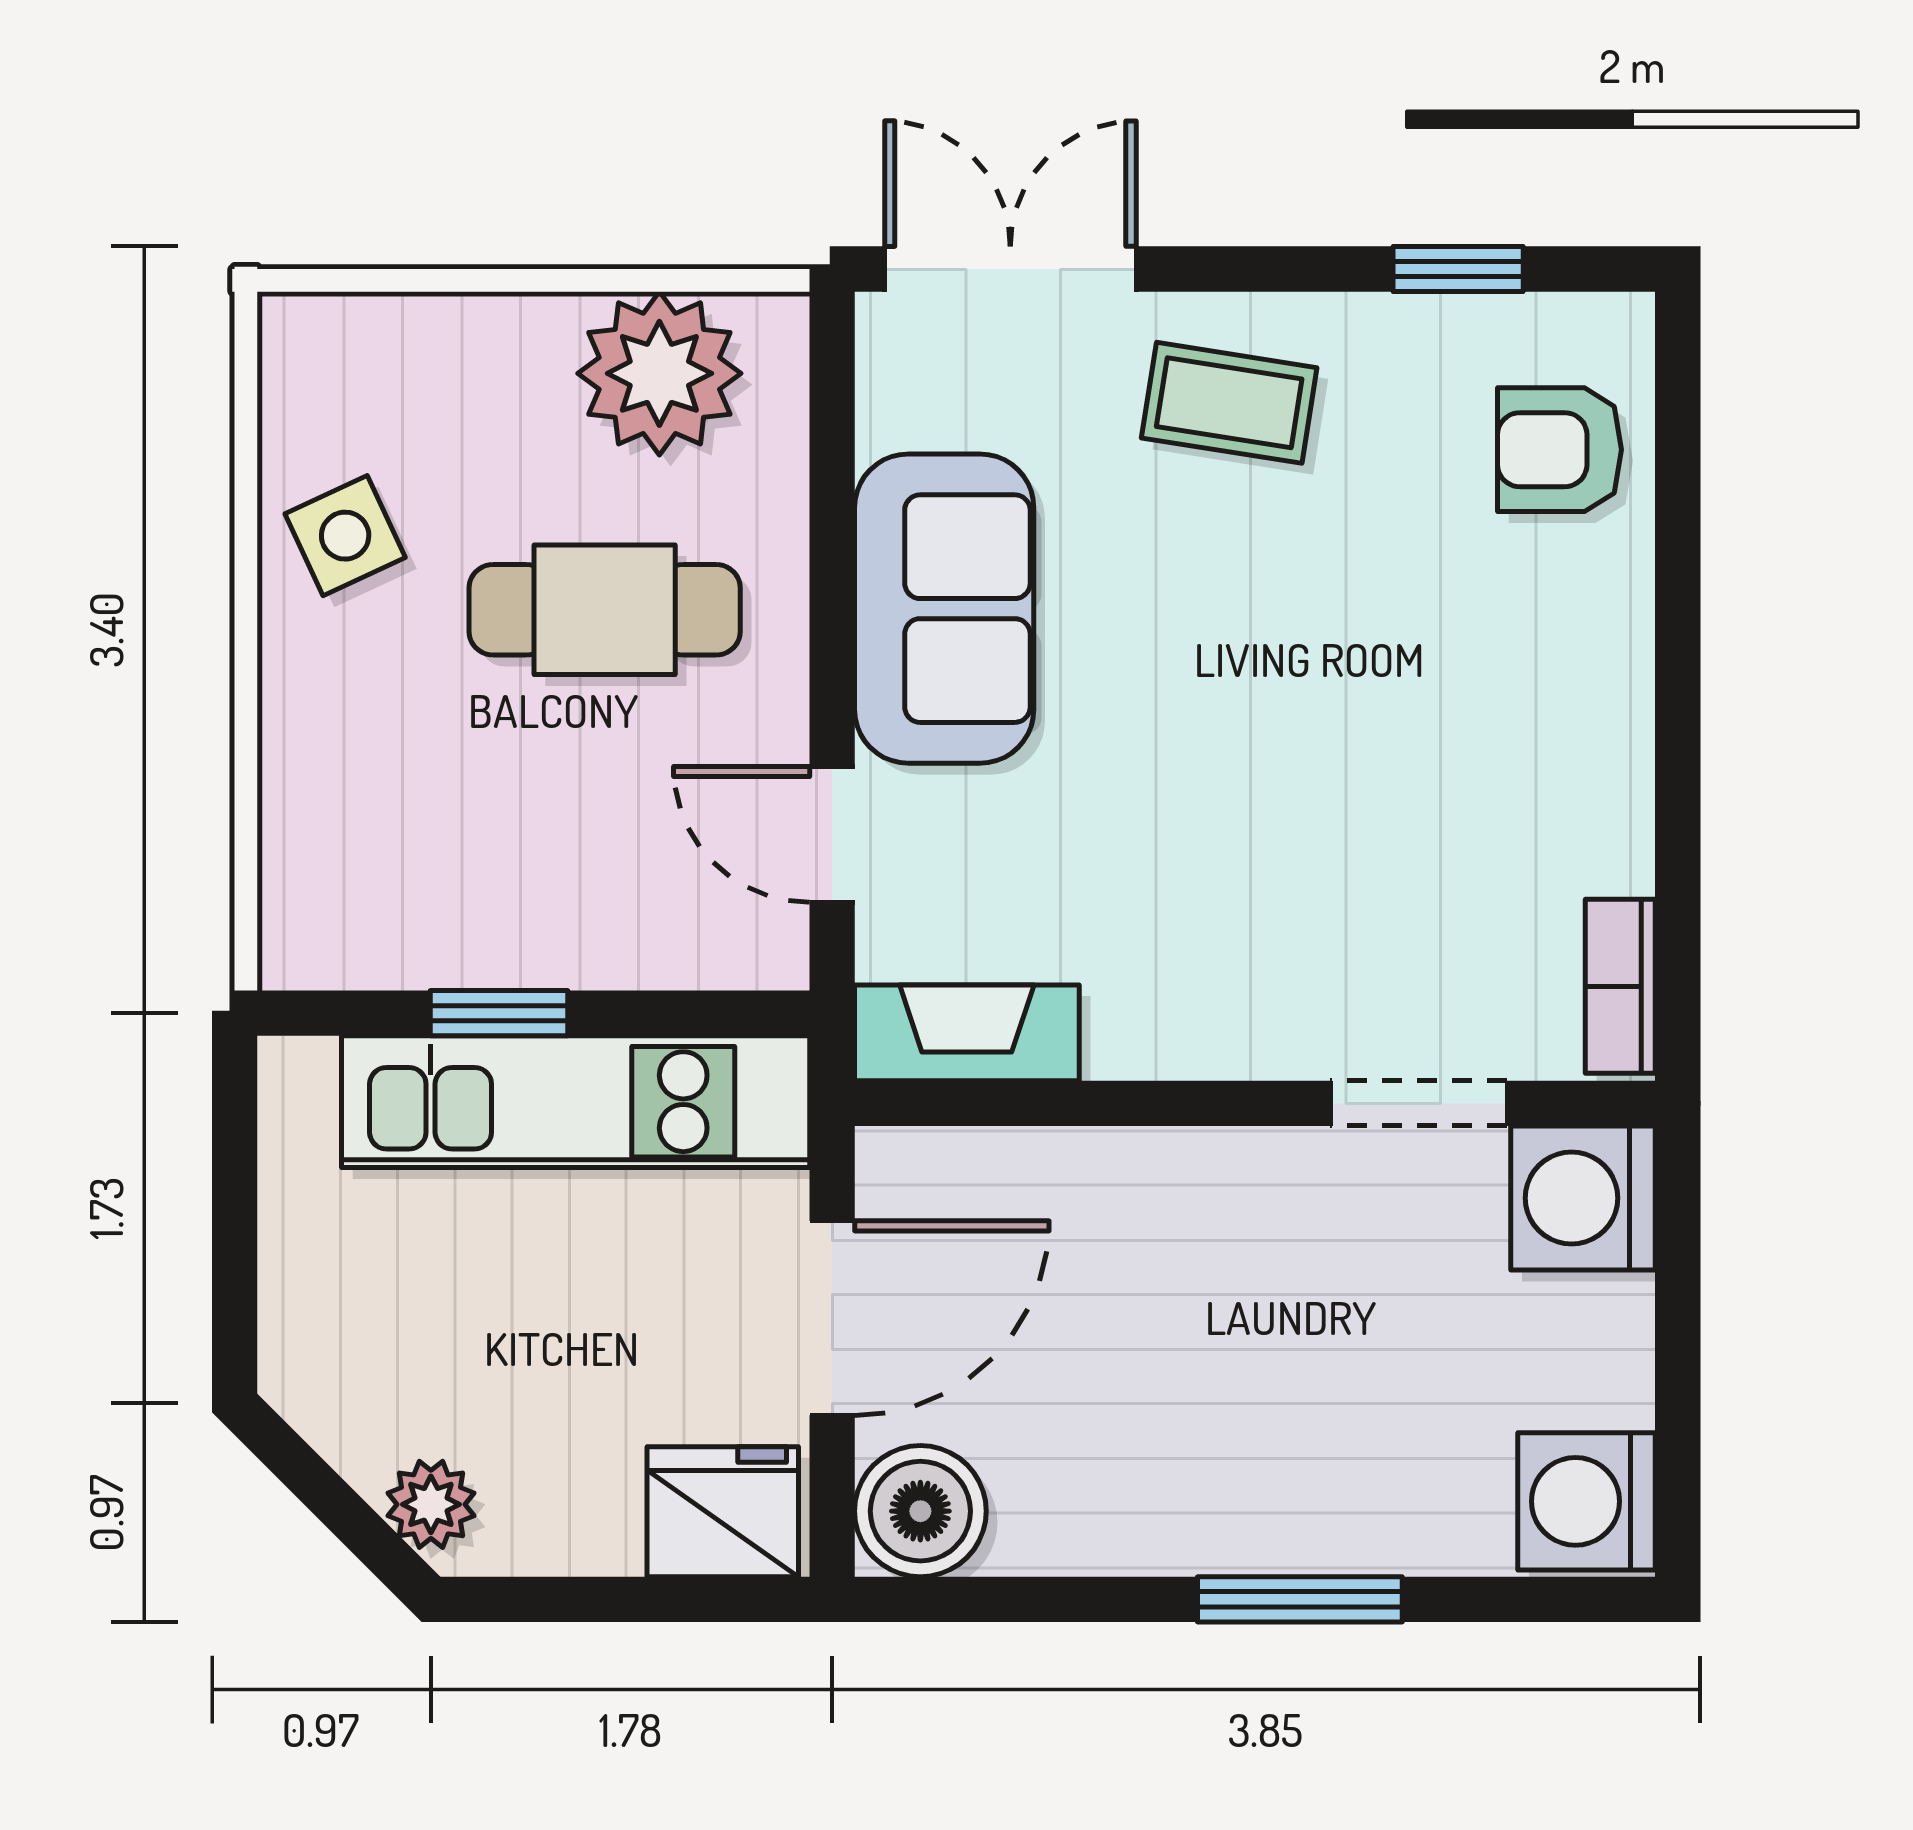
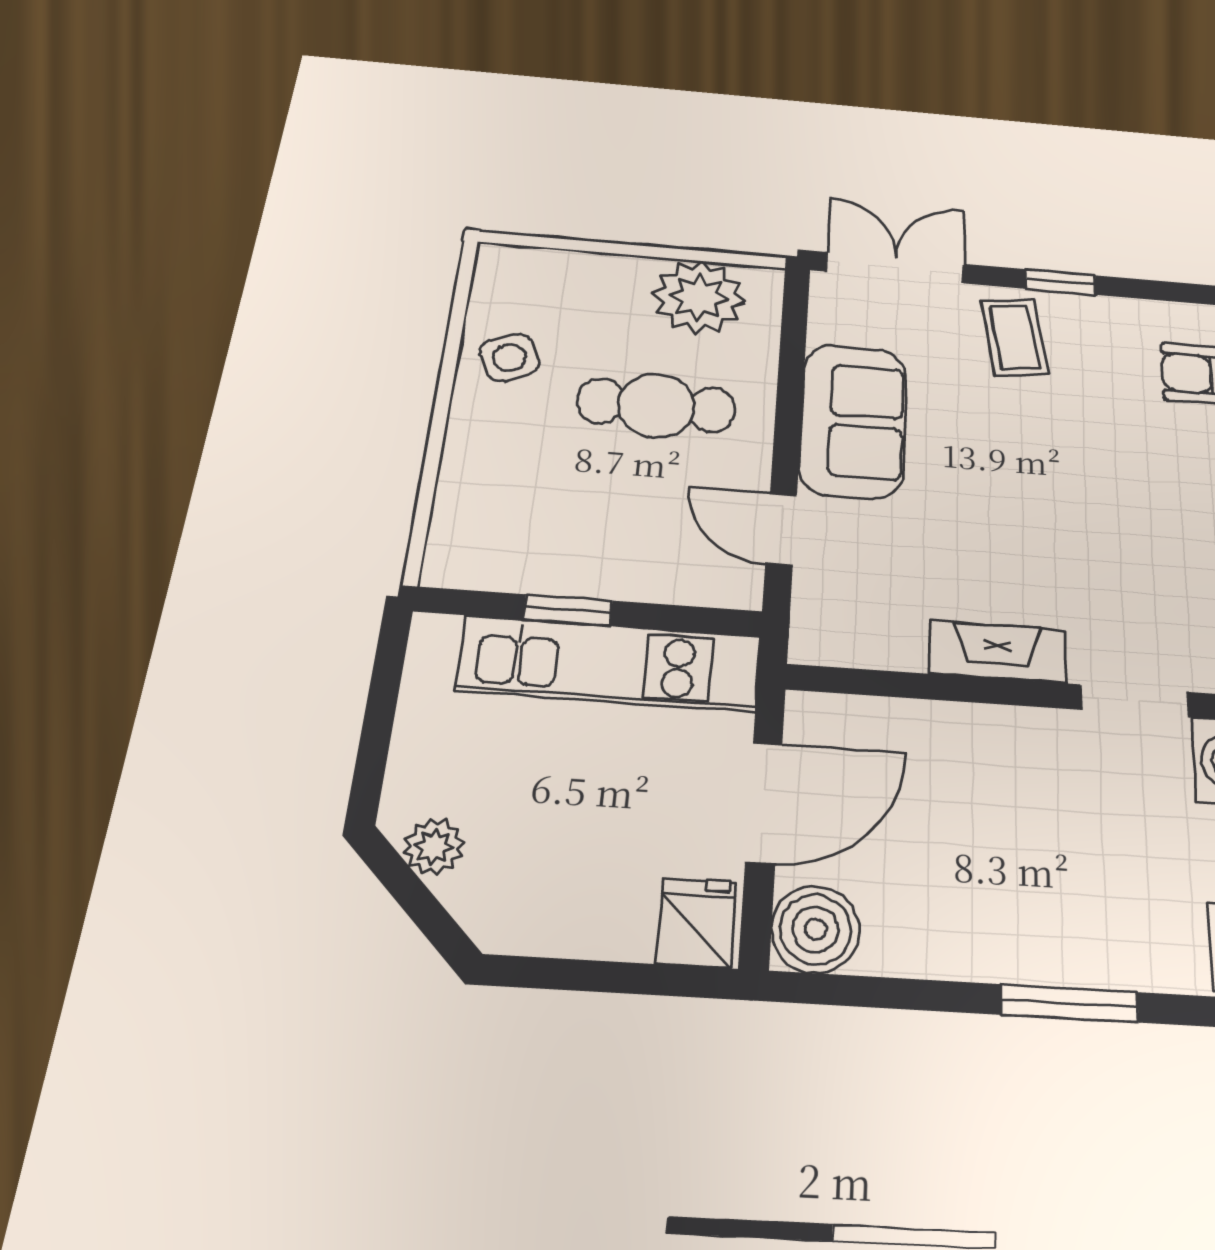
window: (1458, 269) -> (1061, 282), moved
coffee table: (1229, 403) -> (1015, 337), turned 72
fireplace: (967, 1033) -> (998, 652), moved
plant: (431, 1504) -> (434, 847), moved
fridge: (723, 1512) -> (696, 923), width x0.72

